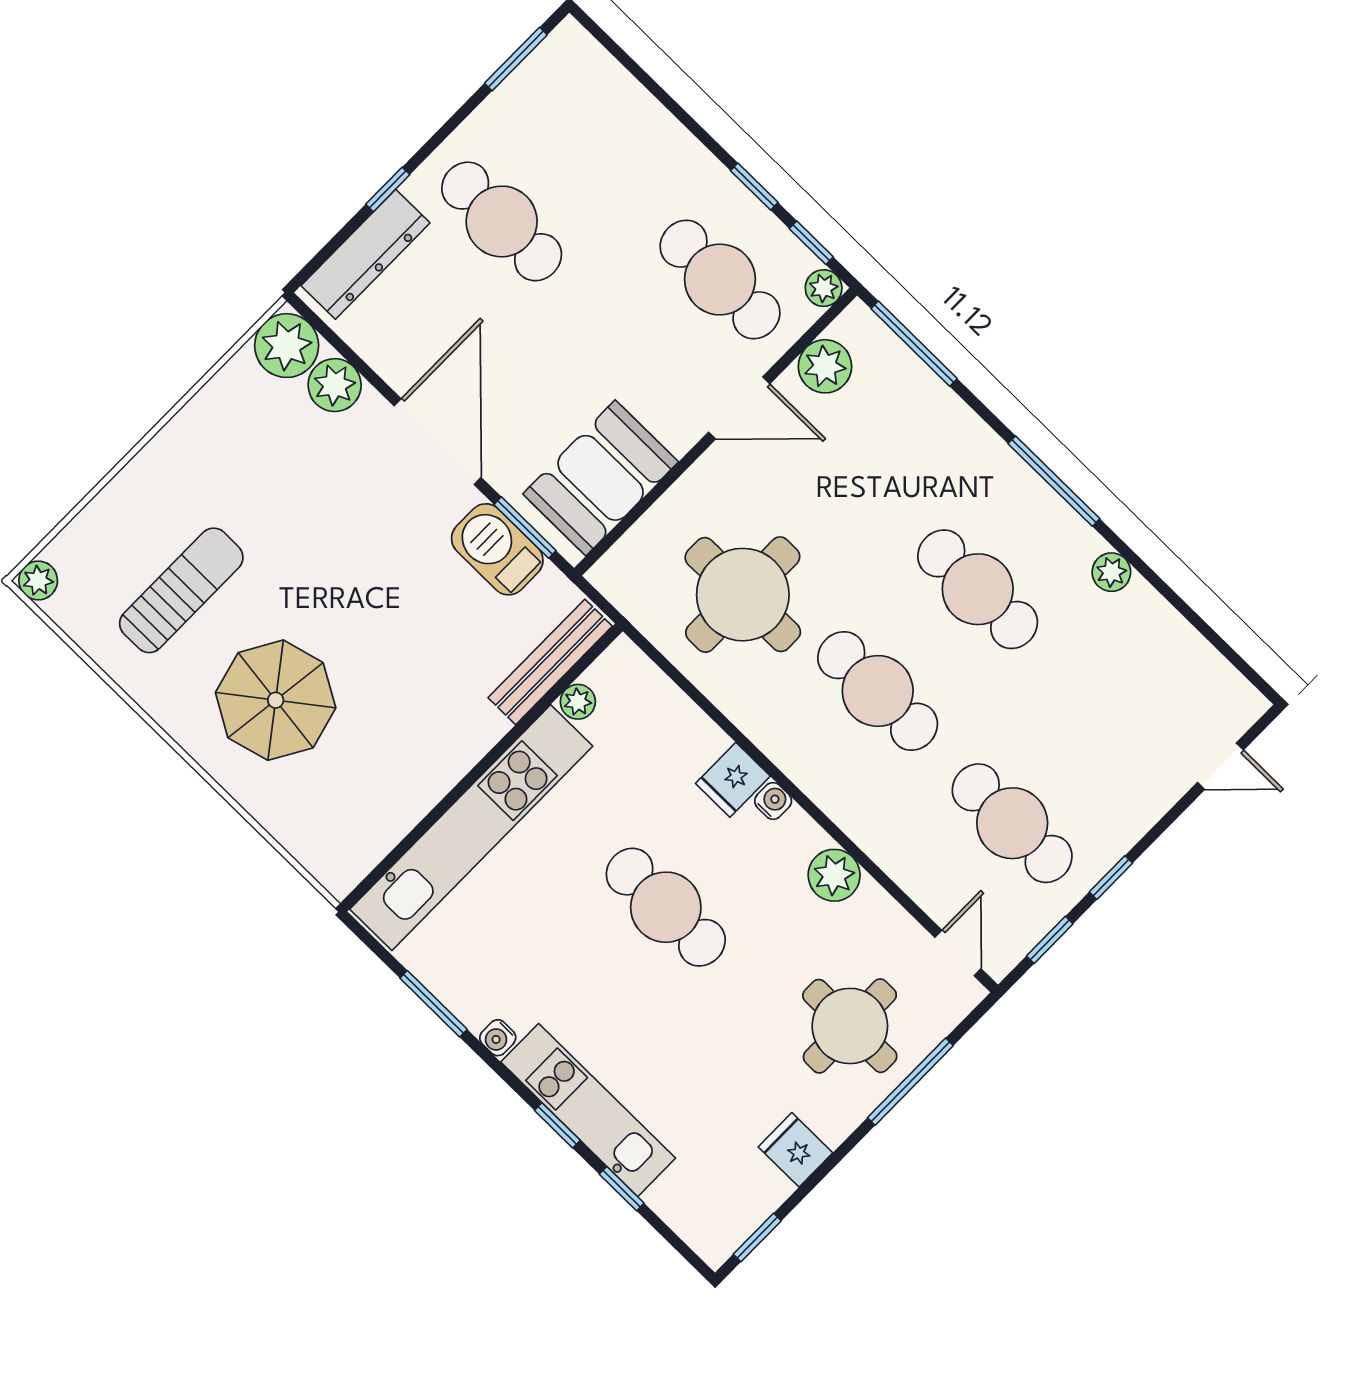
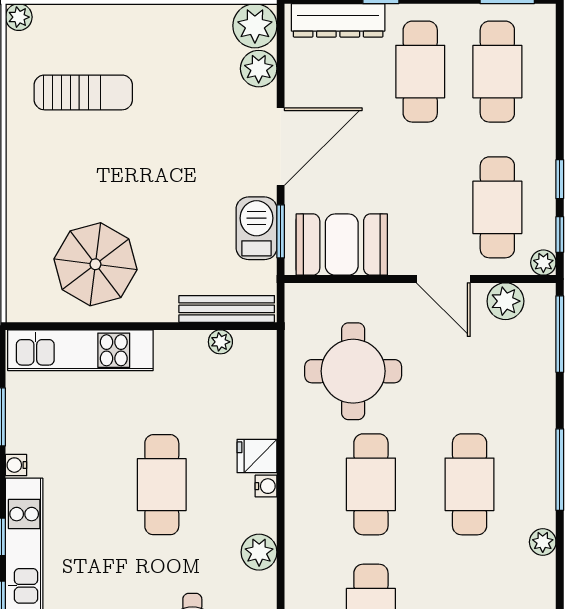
cafe table: (580, 142) -> (497, 72), added
parasol: (276, 700) -> (95, 264), moved
kitchen unit: (471, 828) -> (80, 350), width x0.73

